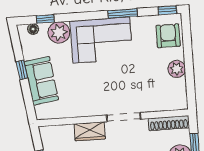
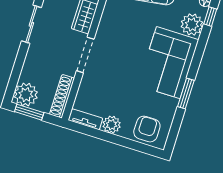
window: (167, 10) -> (172, 138), removed
armchair: (168, 36) -> (147, 129), turned -90
tv unit: (181, 94) -> (85, 119), added

